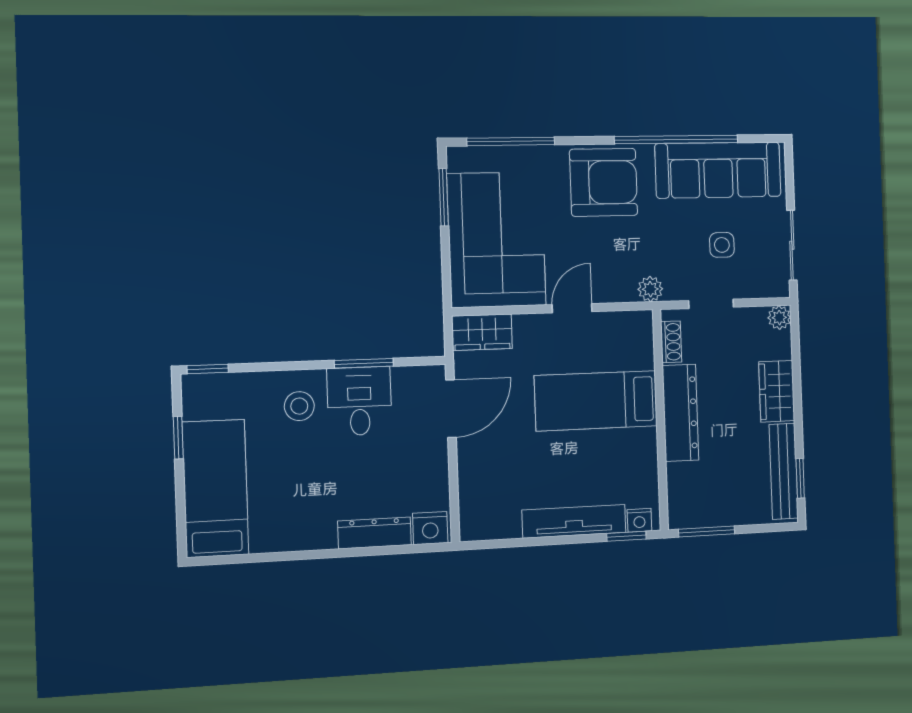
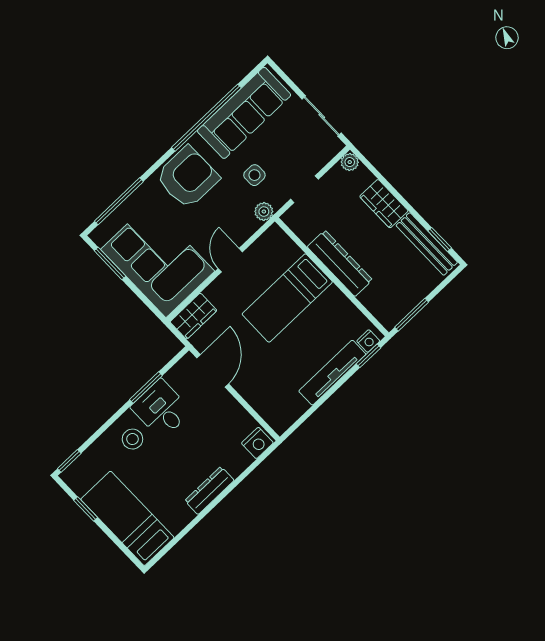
side table: (722, 245) -> (254, 175), moved
shoe rack: (671, 342) -> (301, 230), removed
dresser: (374, 533) -> (209, 490), moved

